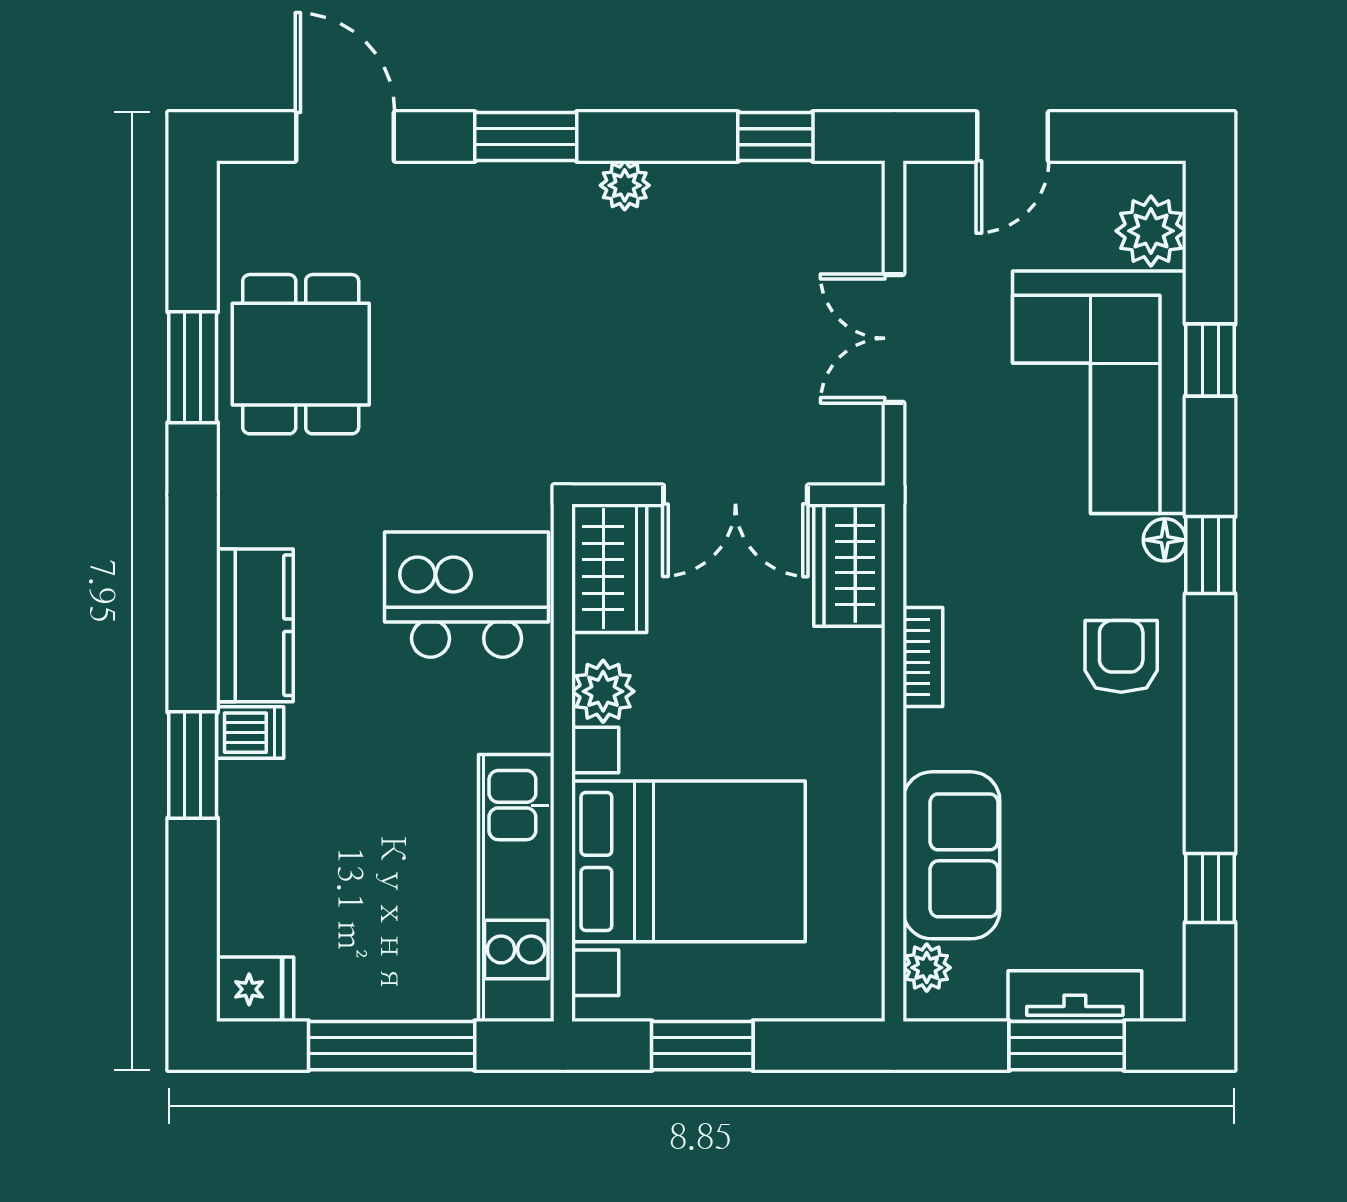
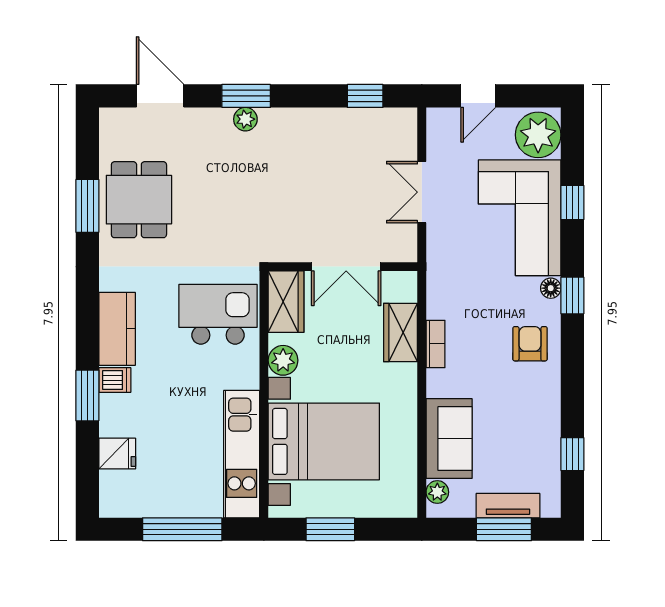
plant: (625, 185) -> (245, 119), moved
plant: (1151, 231) -> (538, 135), width x1.36, depth x1.36
wardrobe: (849, 565) -> (400, 333), moved
fridge: (255, 989) -> (117, 454), moved

